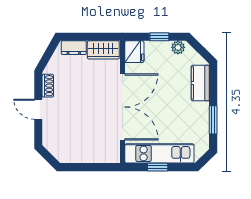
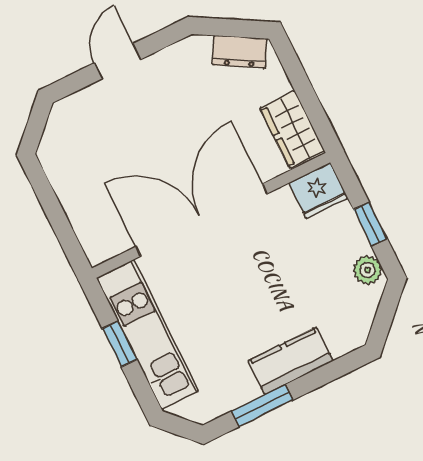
dresser: (74, 48) -> (240, 52), moved, turned -60
kitchen counter: (200, 83) -> (291, 361), moved
shoe rack: (48, 86) -> (172, 57), removed
double door: (123, 107) -> (202, 220), swing flipped

